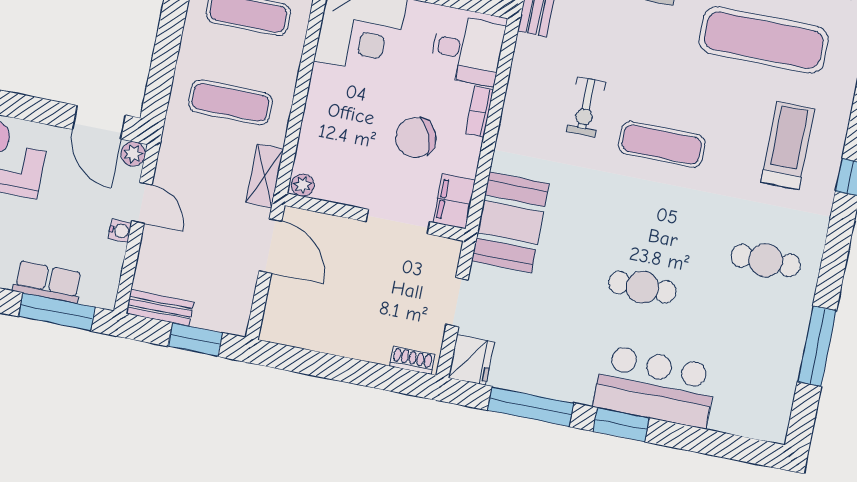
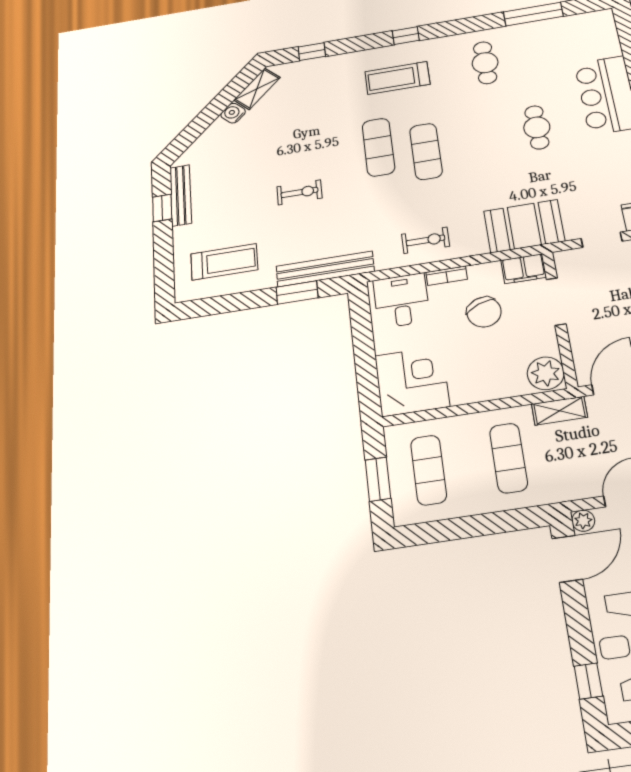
exercise mat: (764, 40) -> (378, 147), moved, width x0.73, depth x0.69
exercise bike: (586, 107) -> (426, 240), moved
plant: (303, 185) -> (546, 373), width x1.87, depth x1.87

